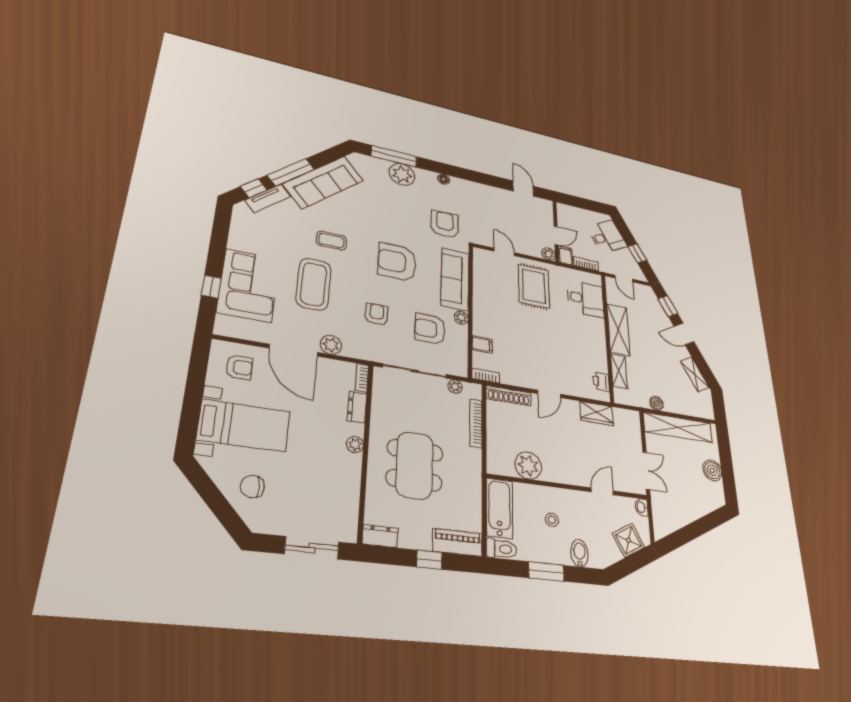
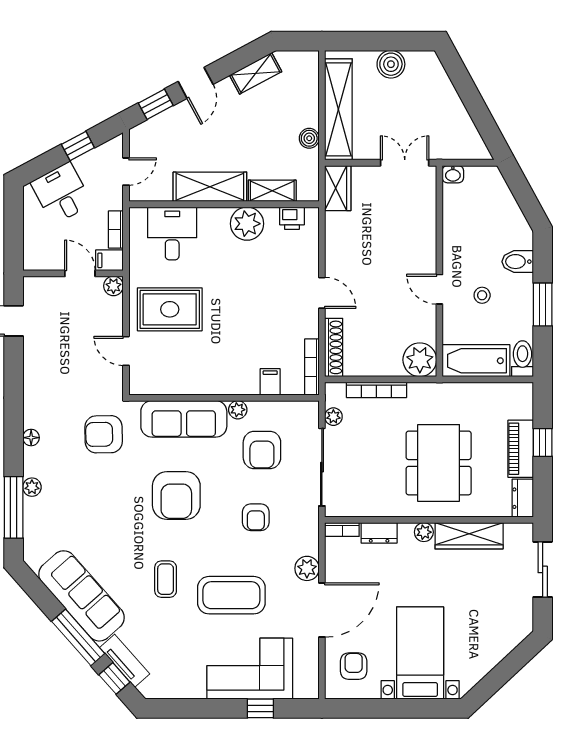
plant: (402, 174) -> (32, 487), width x0.53, depth x0.53
door: (504, 252) -> (126, 351), hinge flipped
armchair: (377, 314) -> (256, 517), turned -90
plant: (595, 350) -> (247, 224), added
bookcase: (486, 376) -> (312, 367), width x1.56
wardrobe: (597, 413) -> (338, 188), moved
dining table: (415, 465) -> (439, 463), turned 90
plant: (528, 465) -> (420, 360), moved
wardrobe: (349, 483) -> (469, 536), added
chair: (252, 487) -> (486, 637), removed
door: (602, 491) -> (439, 289), moved
shower: (629, 540) -> (496, 196), removed
piano: (457, 542) -> (521, 449), moved

